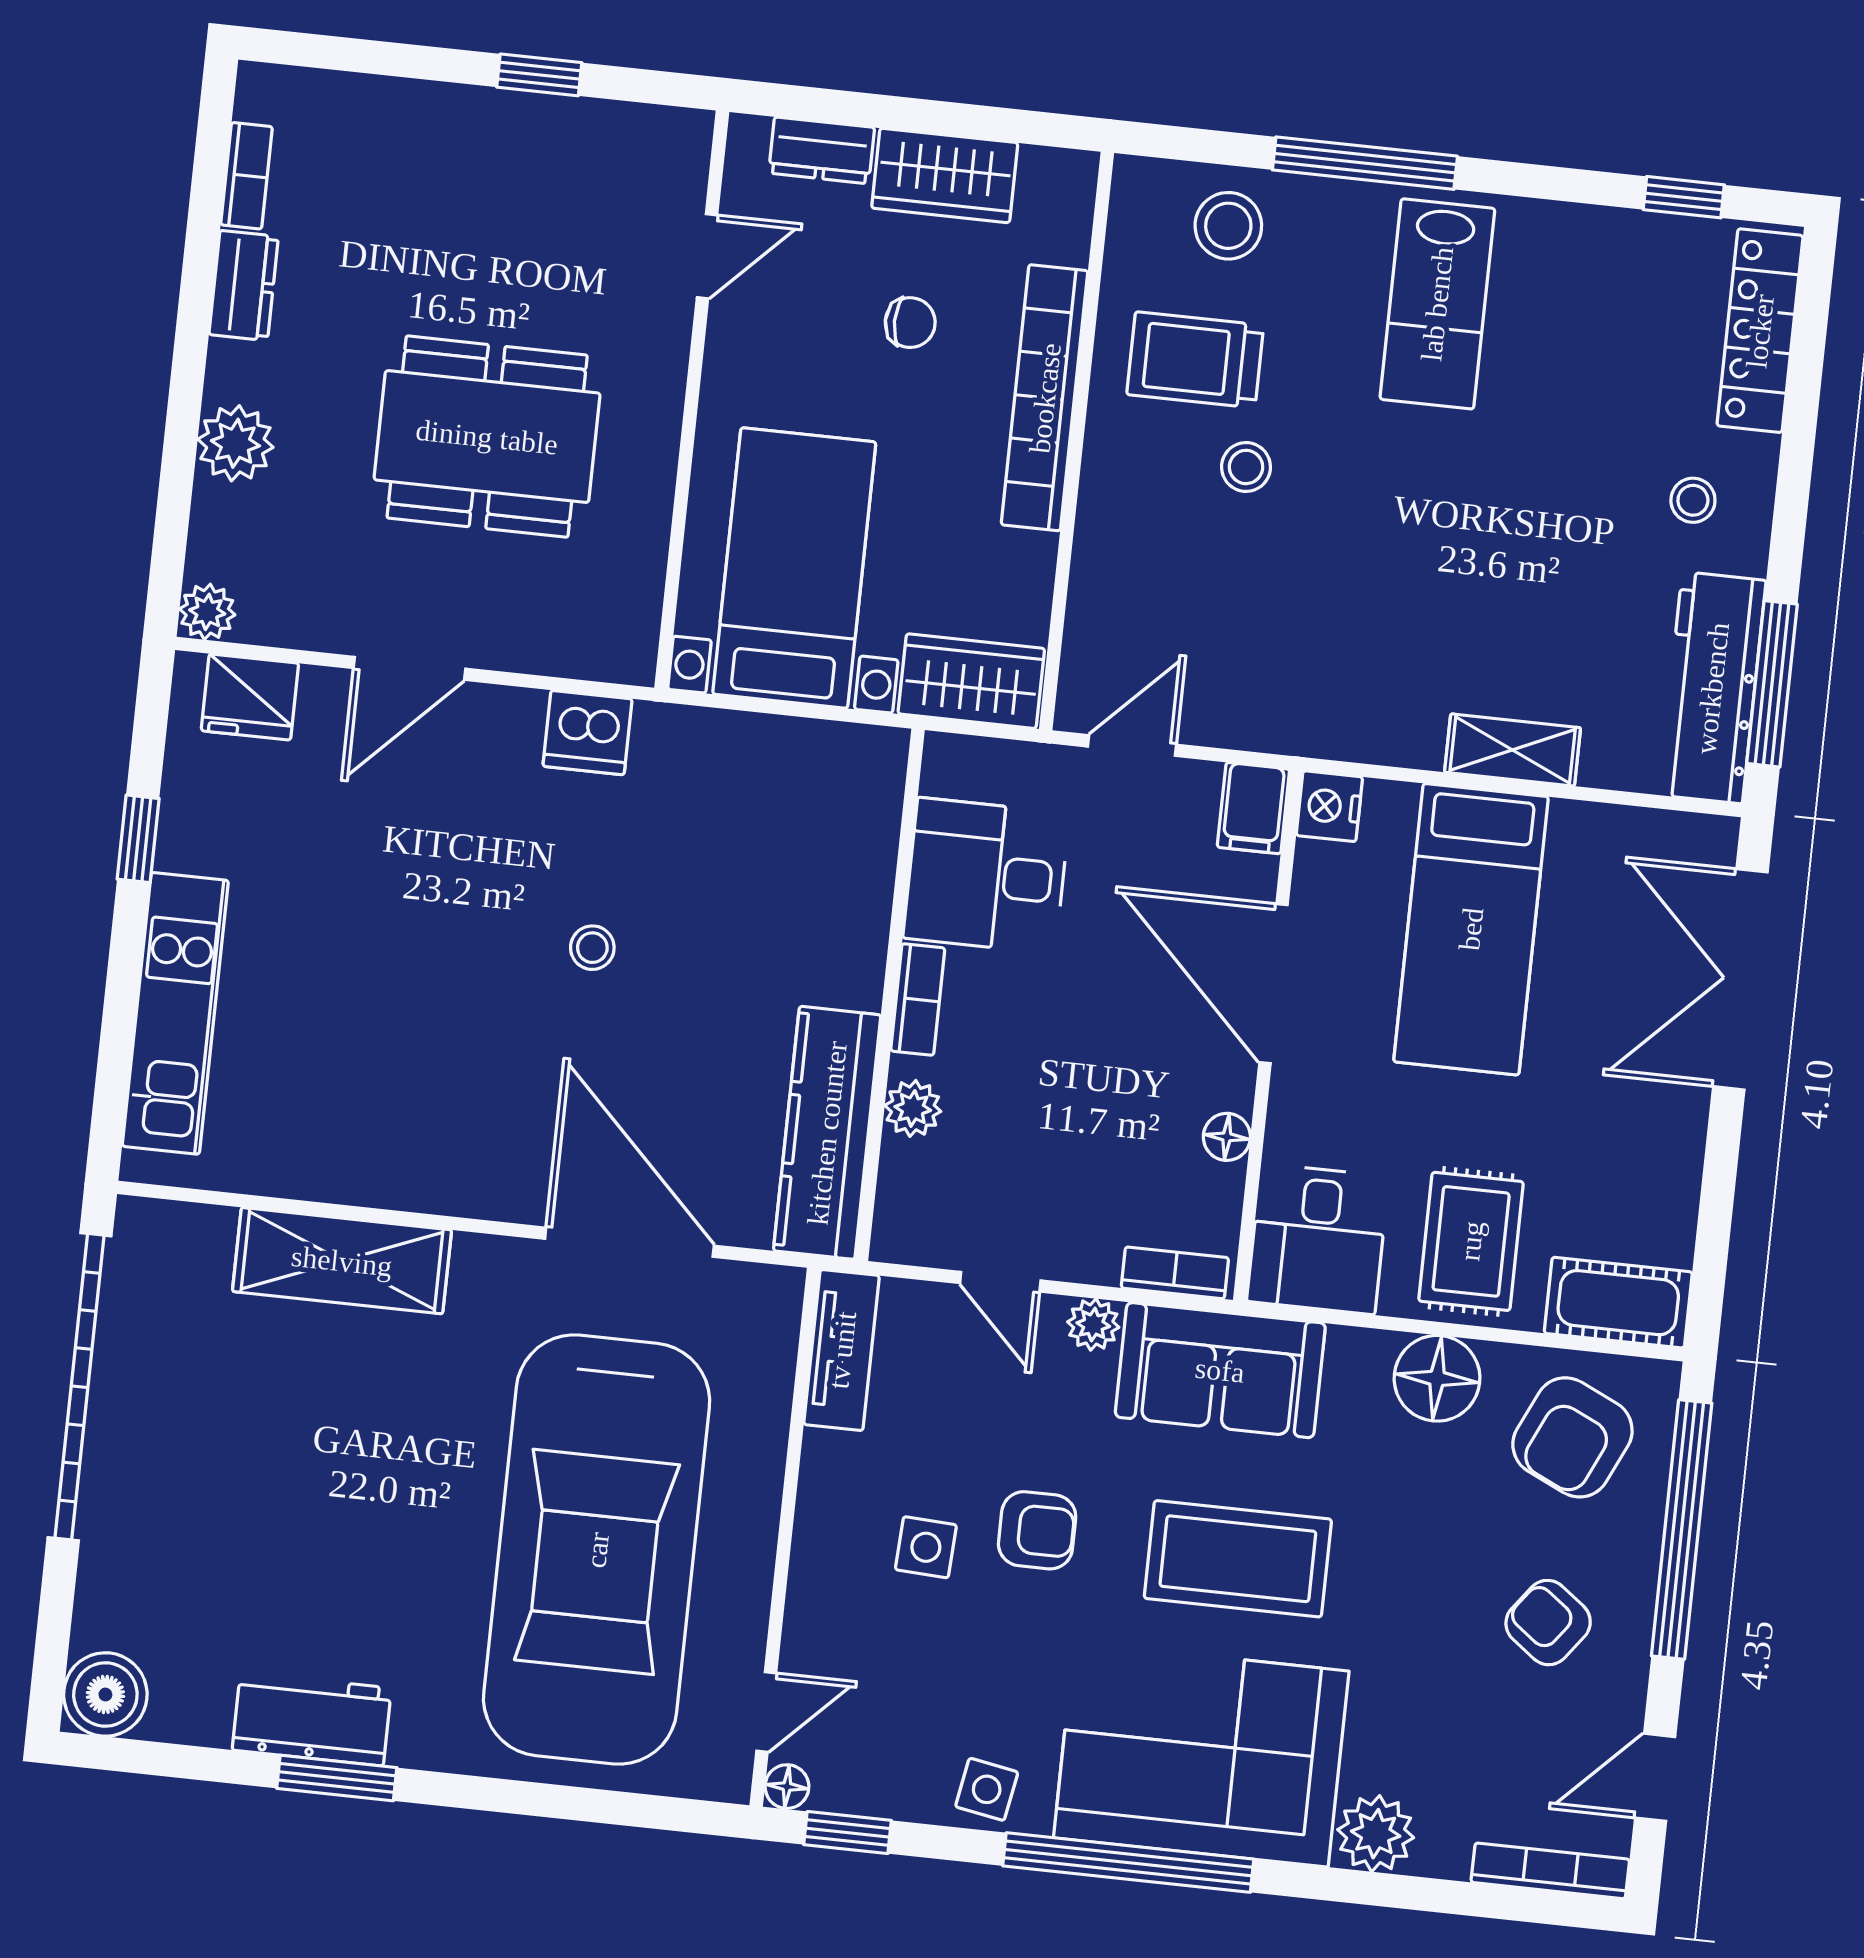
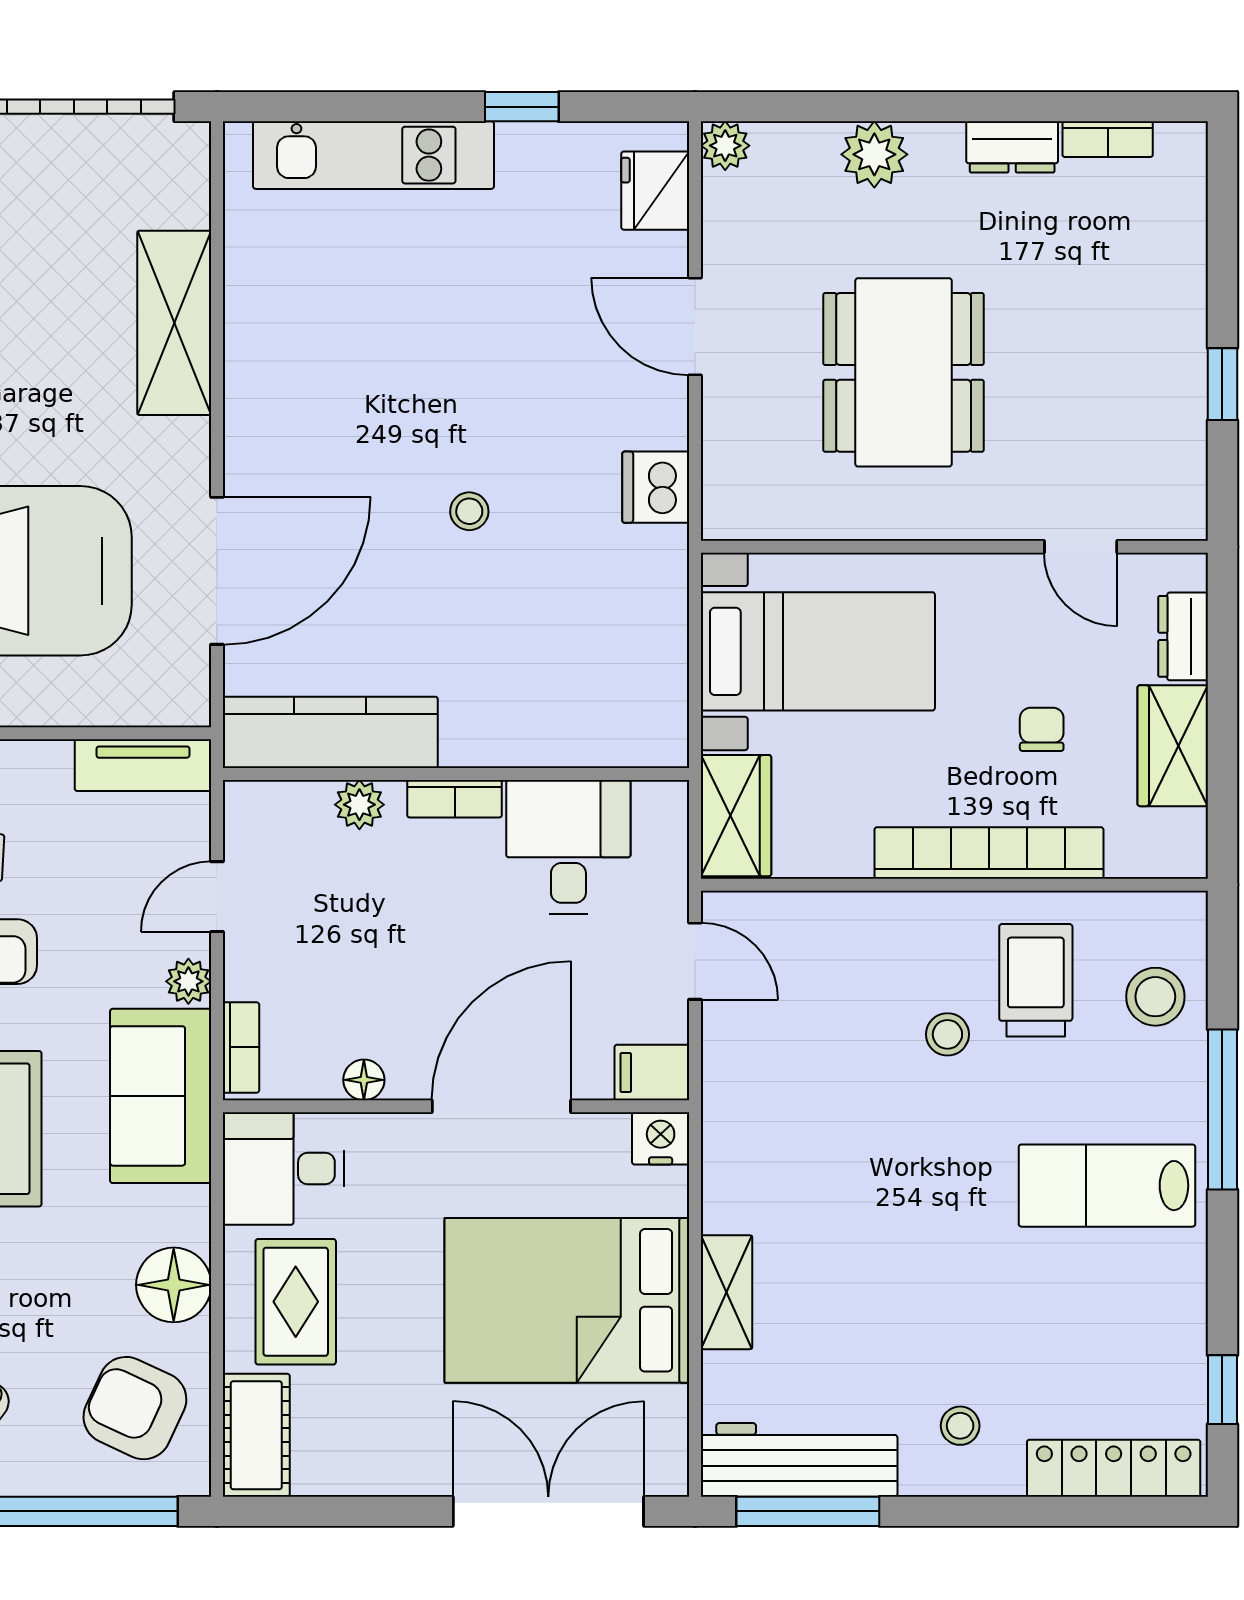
chair: (910, 323) -> (1042, 729), turned 180
bed: (1471, 929) -> (567, 1300), width x1.50
rug: (1471, 1241) -> (296, 1302), turned 90

